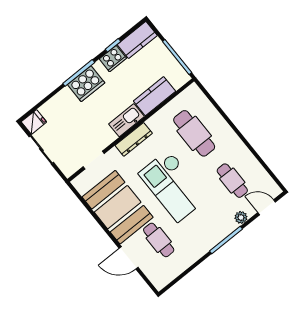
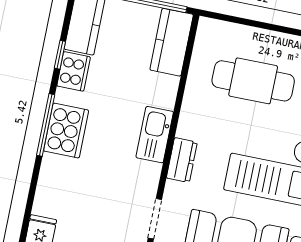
kitchen counter: (154, 96) -> (172, 42), moved
dresser: (134, 139) -> (182, 160), width x0.70

